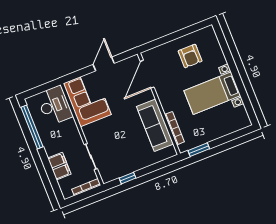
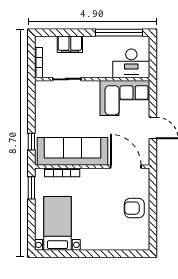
armchair: (190, 56) -> (134, 208), moved
bed with nightstands: (212, 93) -> (57, 223), moved
sofa: (155, 125) -> (73, 151), width x1.36, depth x1.27
window: (127, 178) -> (31, 142), moved

